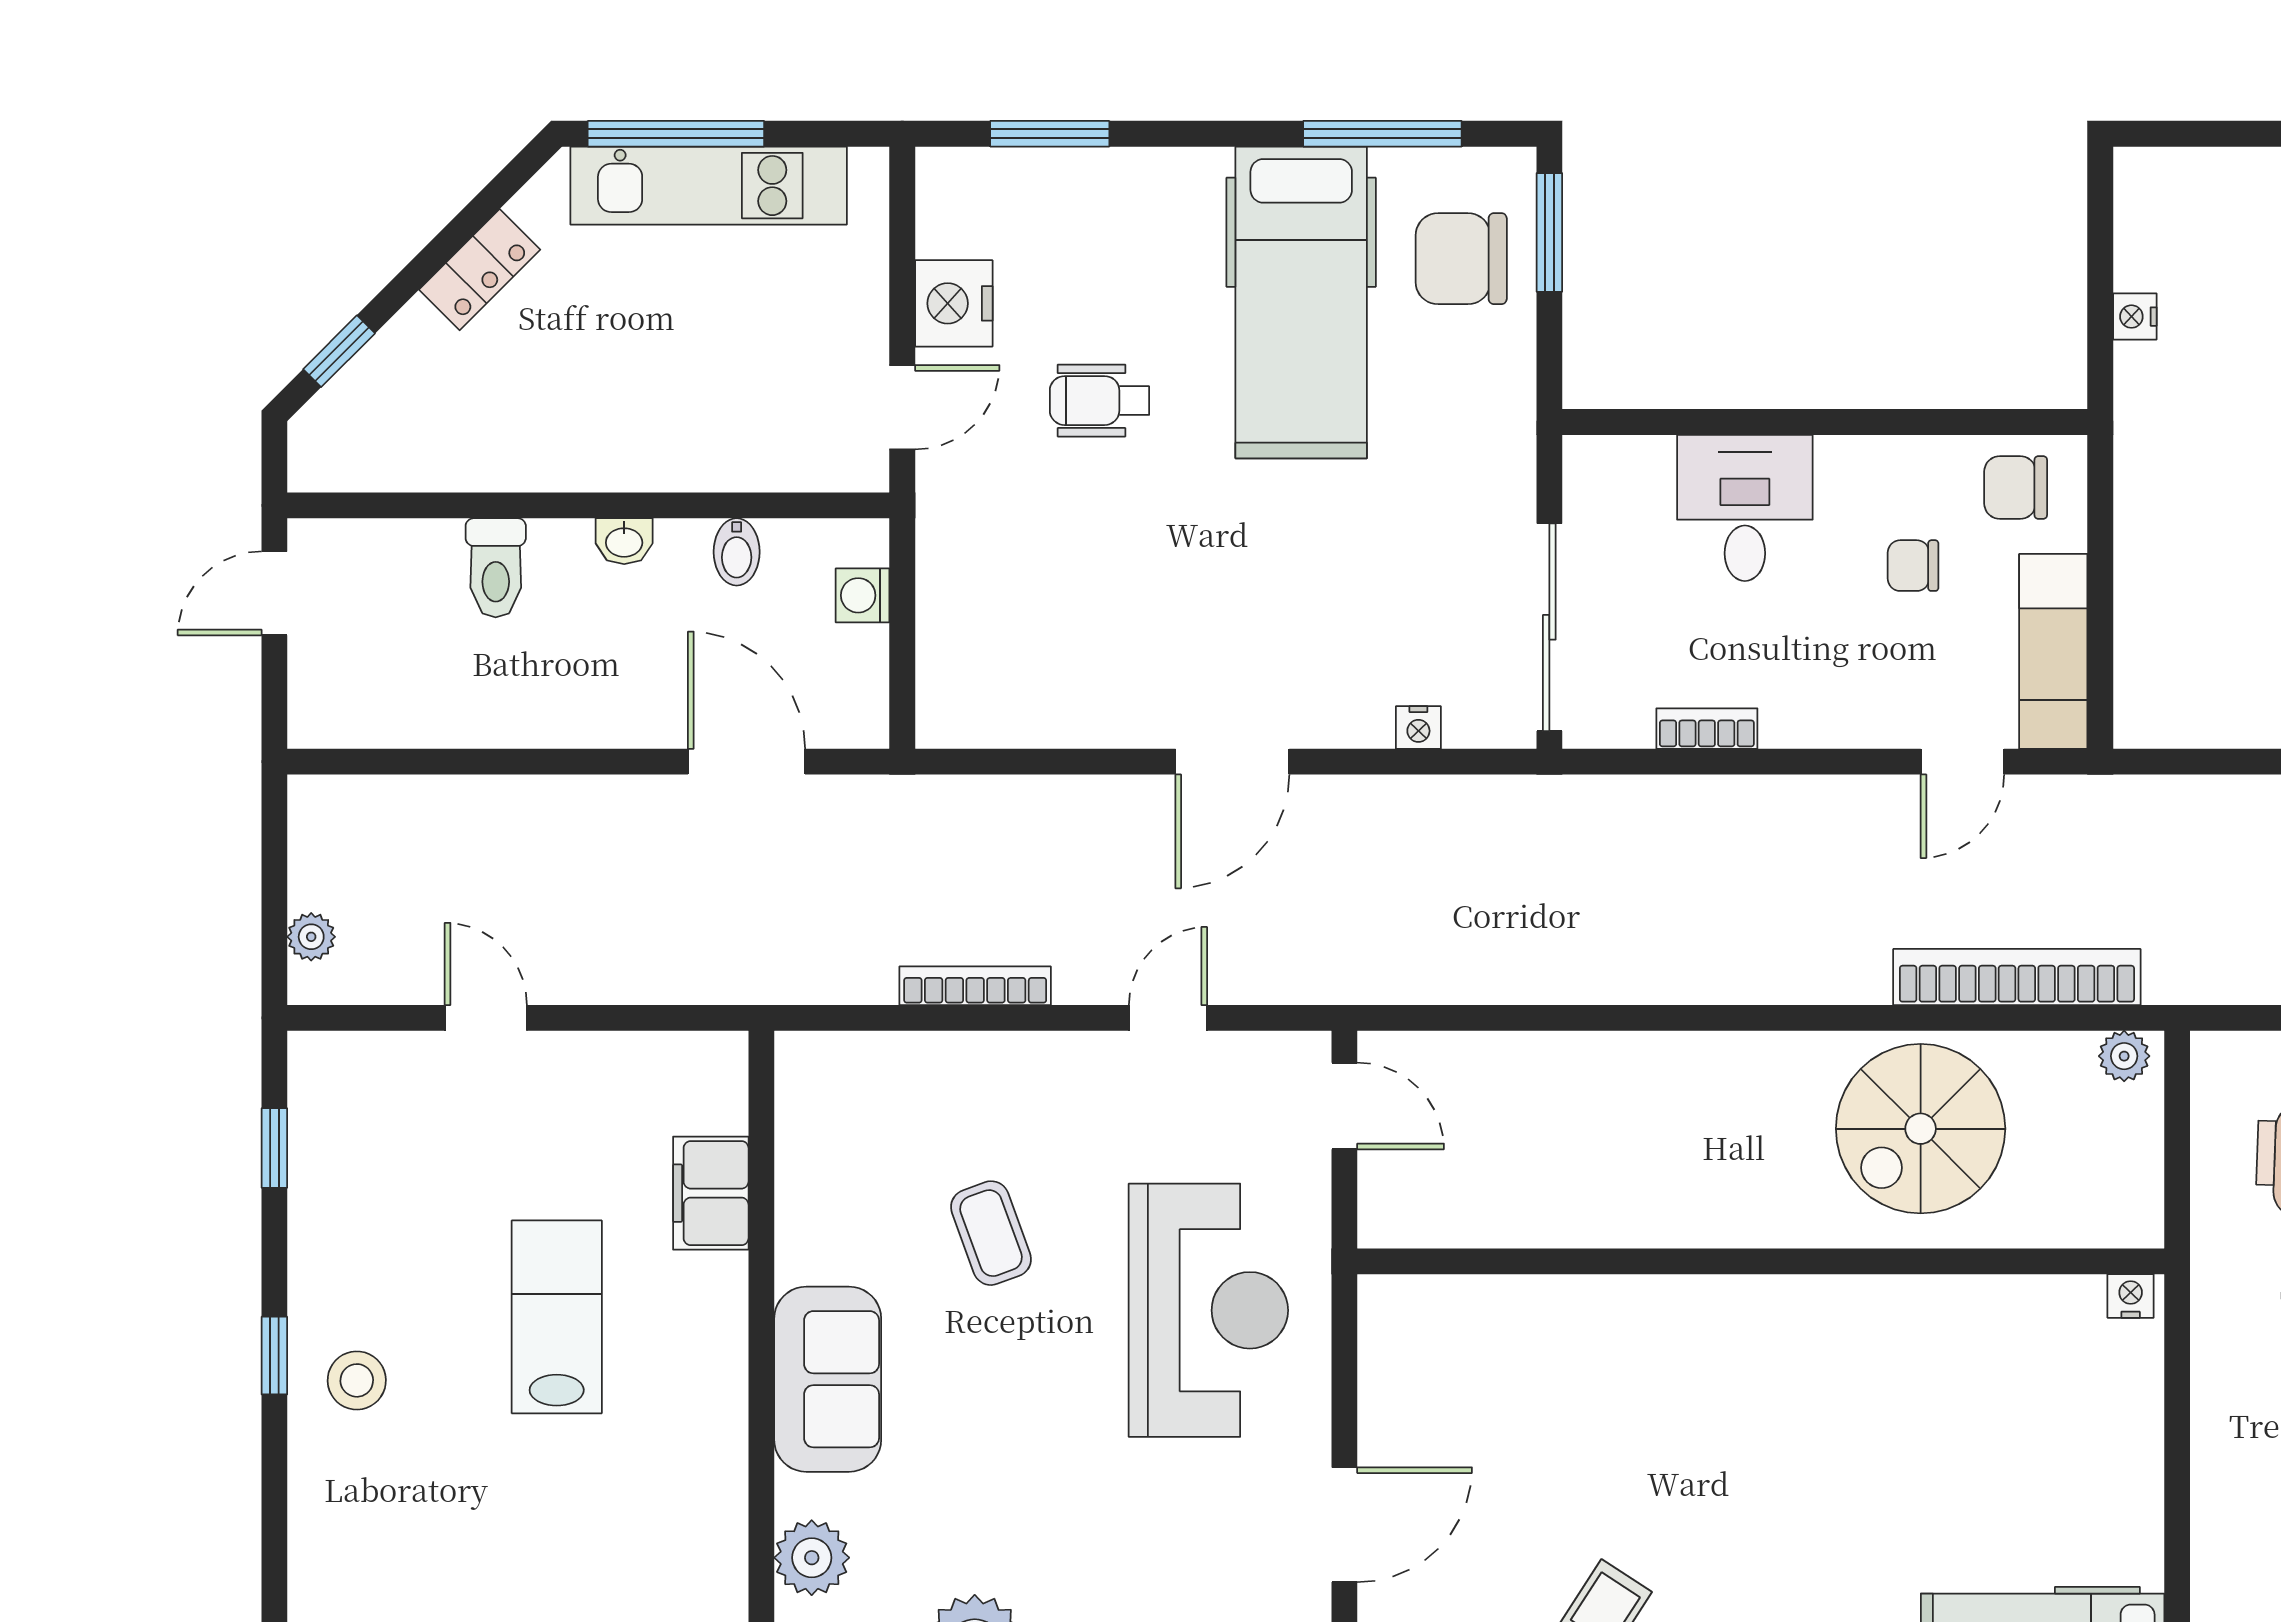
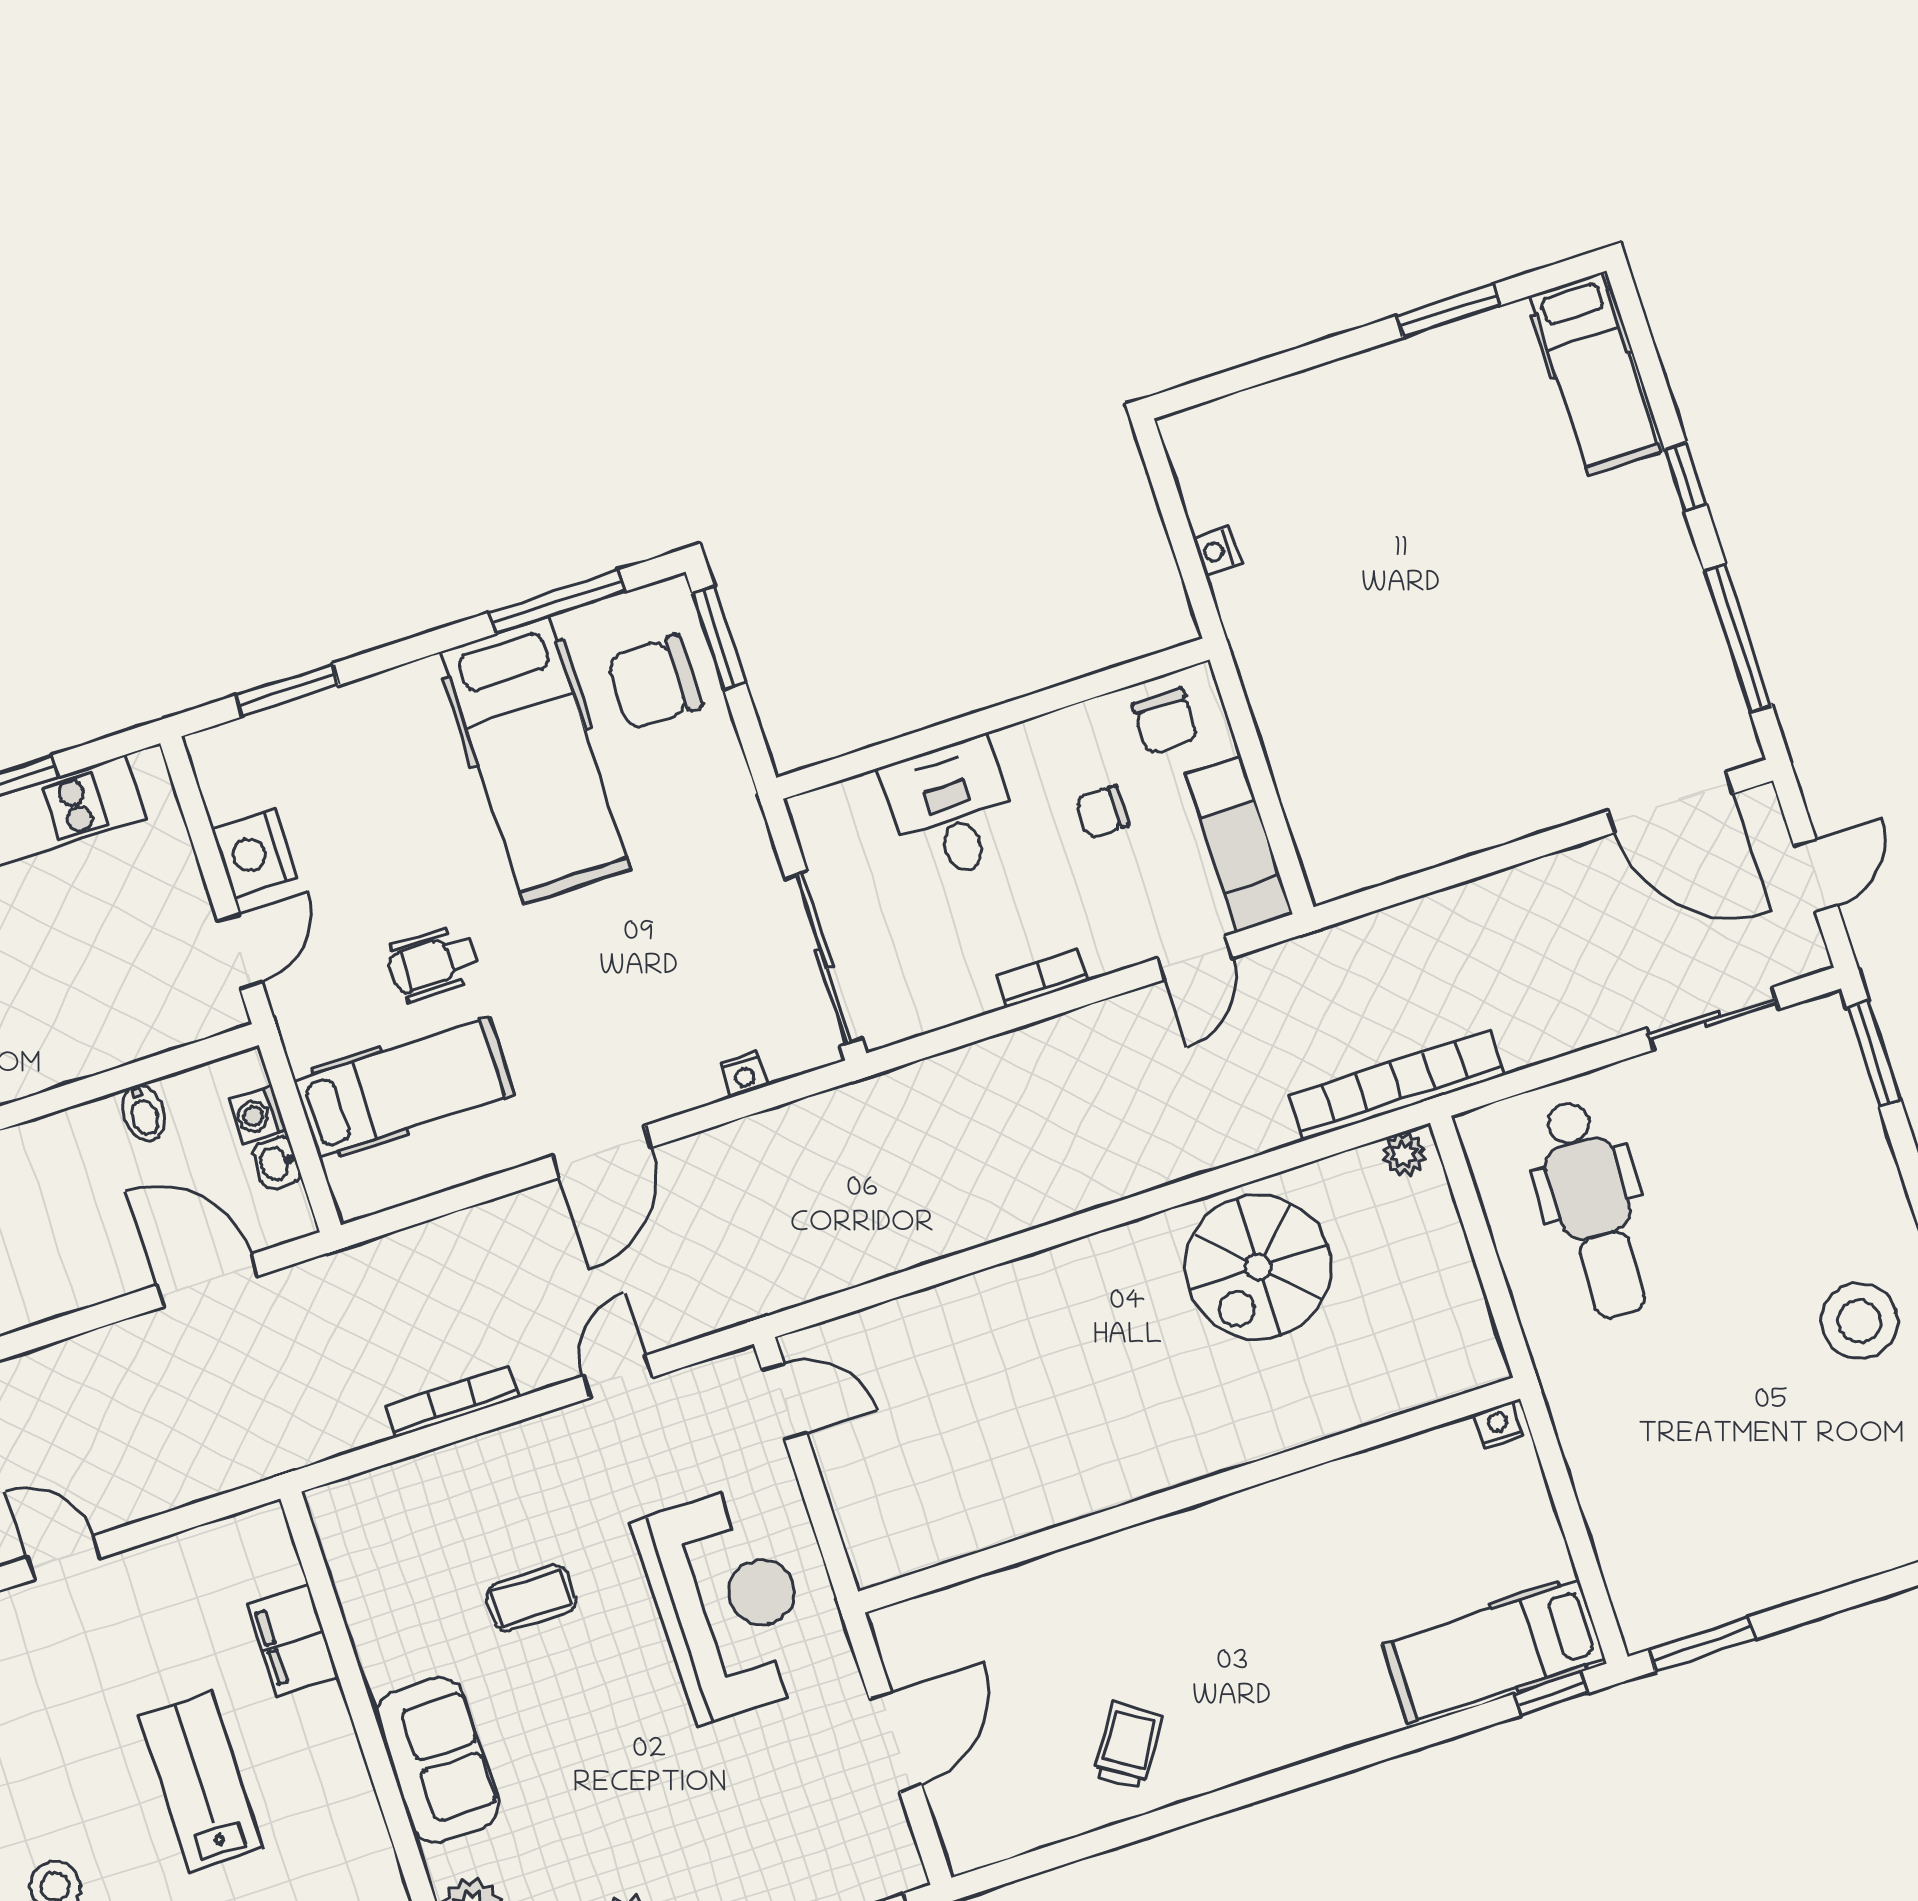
wheelchair: (1100, 401) -> (433, 963), moved
chair: (2016, 488) -> (1165, 721), turned -90
washbasin: (624, 541) -> (277, 1163), moved, turned 90
hospital bed: (1036, 618) -> (404, 1087), added
bookcase: (1707, 729) -> (1042, 978), moved
bookcase: (2017, 977) -> (1397, 1085), moved
coffee table: (991, 1233) -> (531, 1598), turned -70
wall: (1761, 1261) -> (1189, 1495), moved
nightstand: (2131, 1296) -> (1499, 1425), moved

